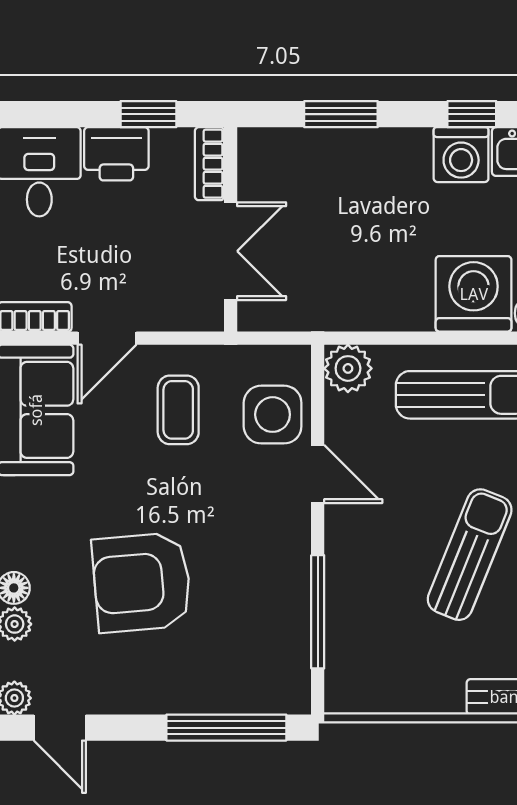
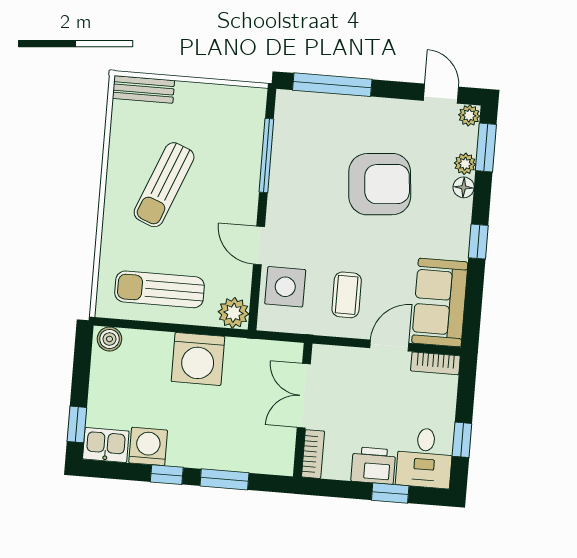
window: (148, 114) -> (390, 493), moved
window: (472, 114) -> (167, 475), moved
washing machine: (474, 294) -> (198, 359), moved

